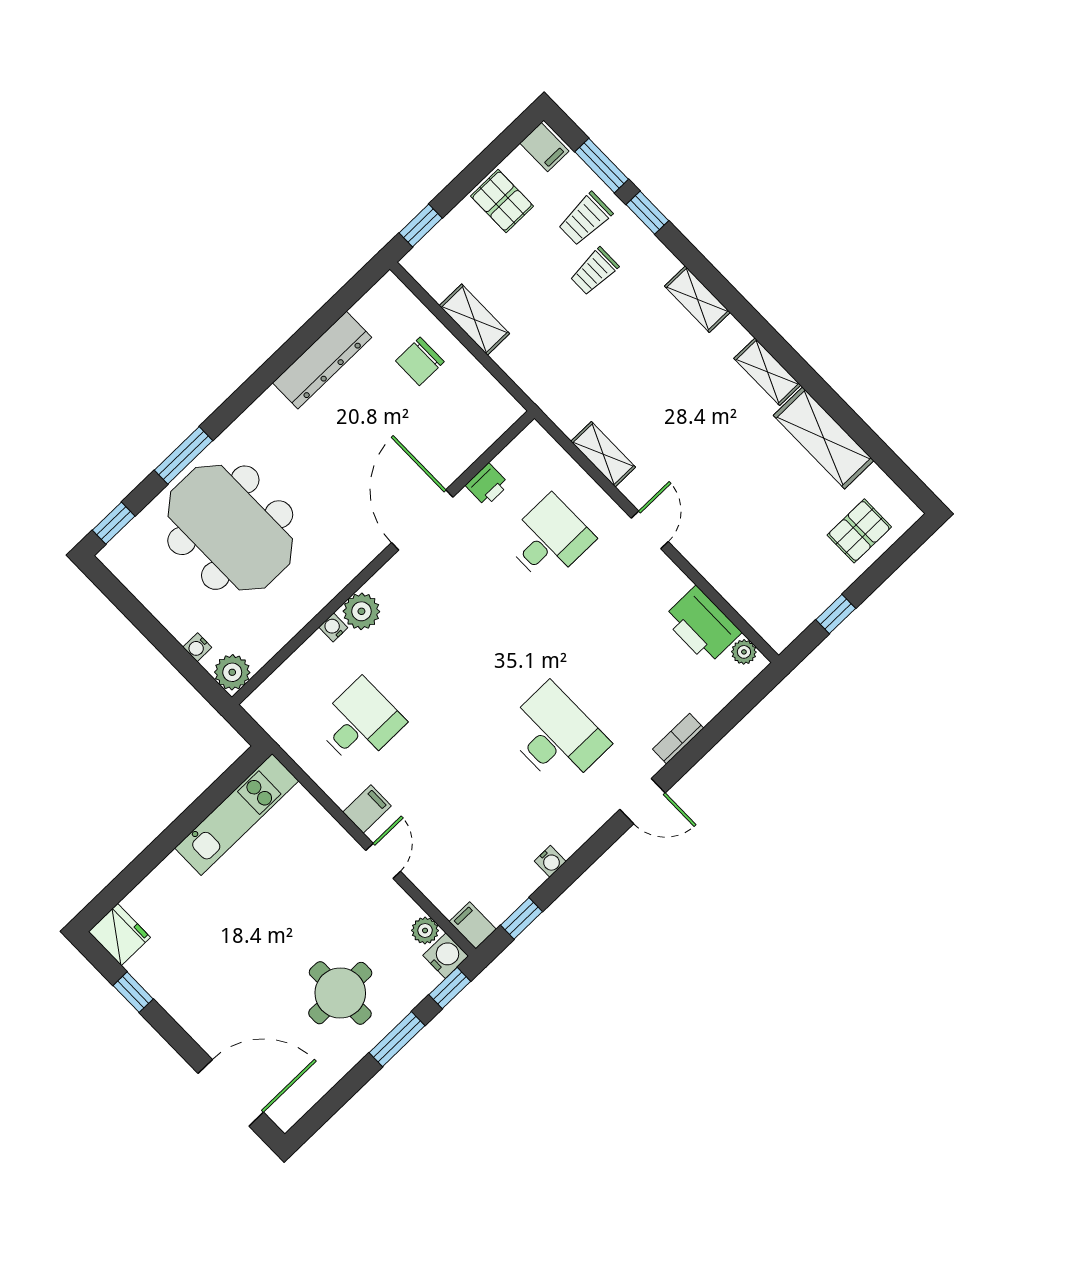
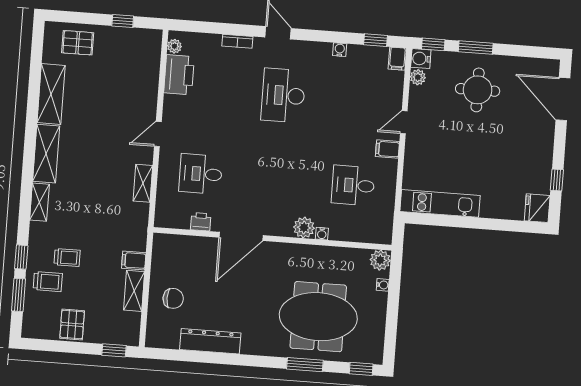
filing cabinet: (544, 147) -> (134, 260), moved, turned -90
shelving: (767, 372) -> (46, 154), width x1.50, depth x1.33
meeting table: (230, 528) -> (318, 317), turned 90

